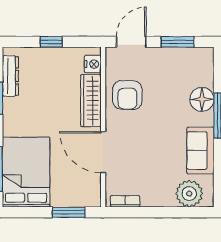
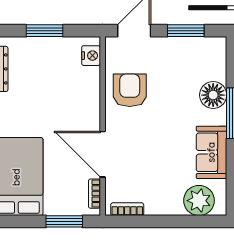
window: (51, 42) -> (45, 31), width x1.50
armchair: (127, 95) -> (130, 90), turned 180
wardrobe: (91, 101) -> (89, 96), removed
bookcase: (96, 187) -> (94, 194), added

